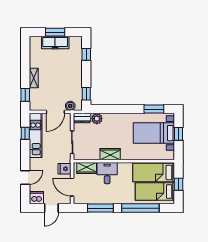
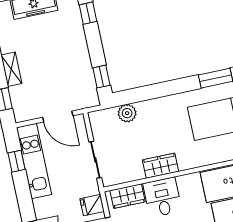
boiler: (70, 106) -> (80, 102), removed
door: (55, 112) -> (58, 117), hinge flipped
dresser: (82, 118) -> (103, 117), removed

